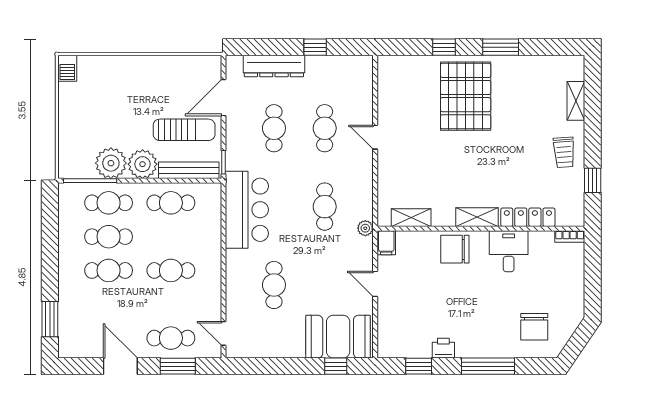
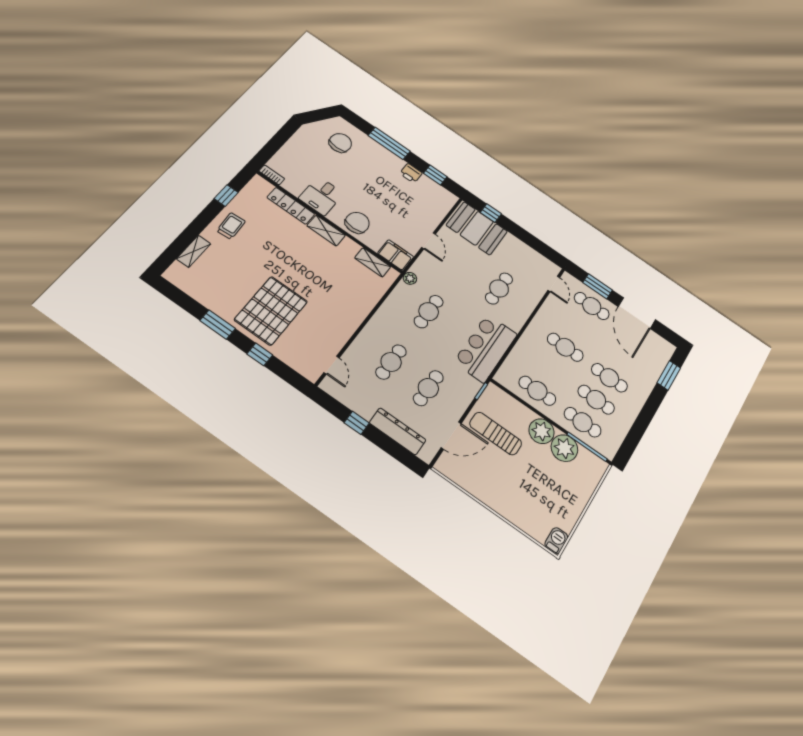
door: (375, 137) -> (332, 365), moved
bench: (189, 170) -> (510, 403), removed
filing cabinet: (386, 243) -> (396, 255), width x2.00
chair: (455, 249) -> (357, 223), turned -90
door: (120, 366) -> (637, 313), width x1.36

